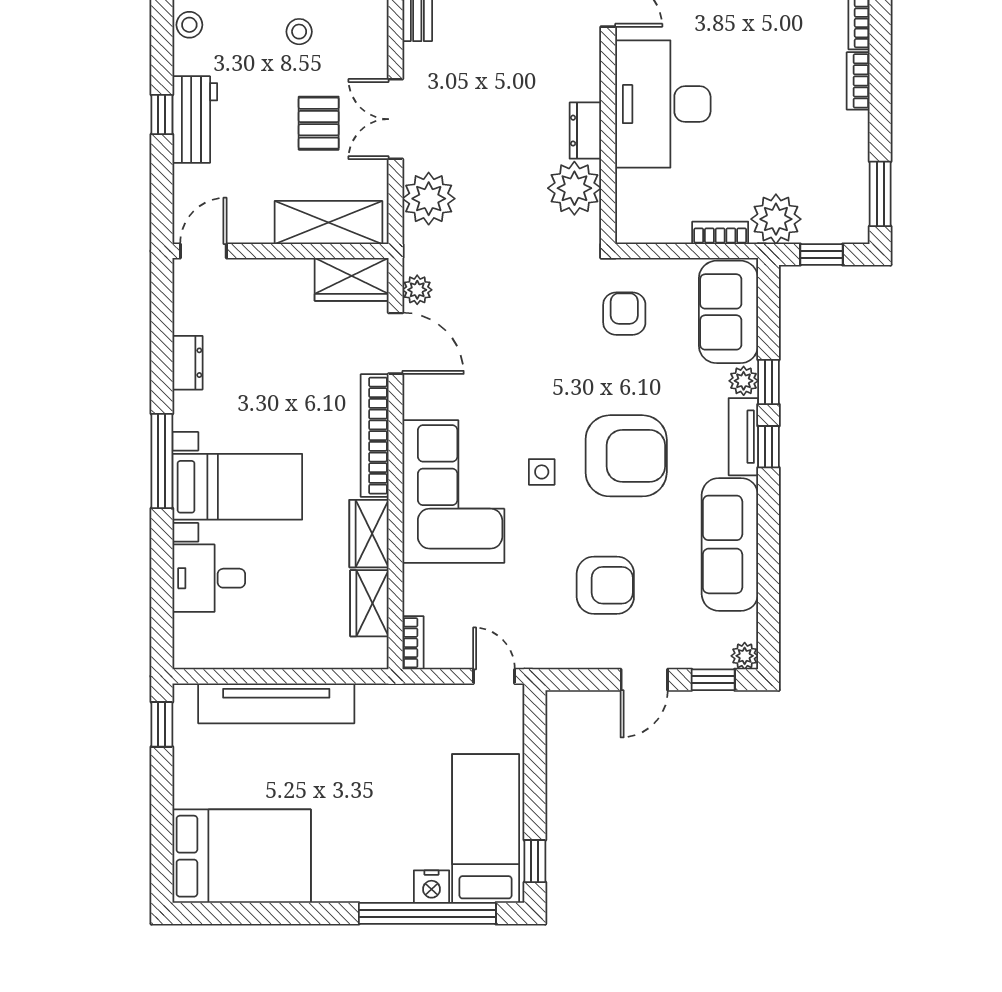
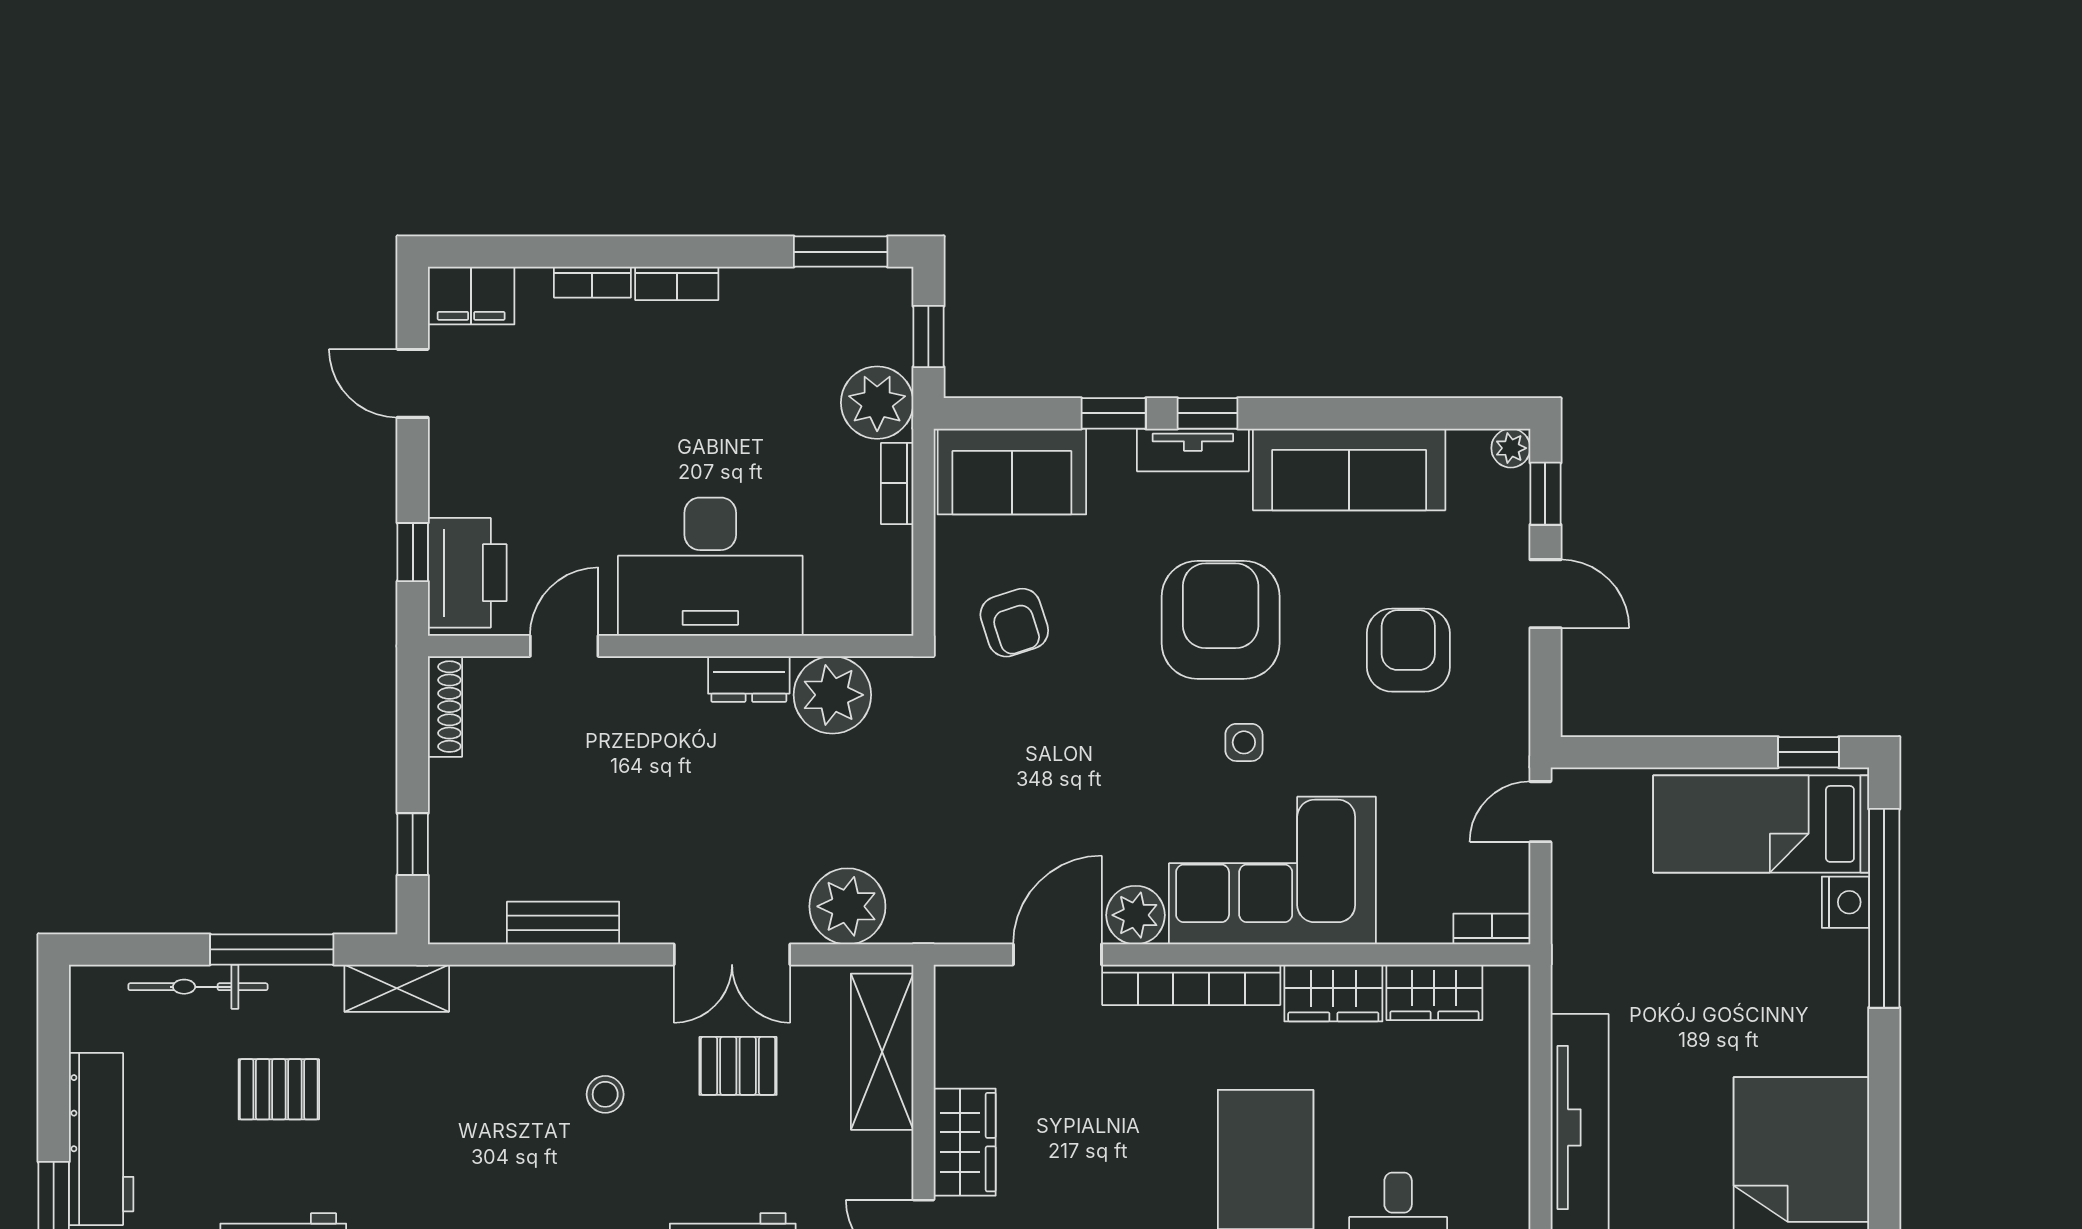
wardrobe: (352, 279) -> (965, 1142), moved
plant: (417, 290) -> (1136, 915), moved, width x1.38, depth x1.38
armchair: (624, 314) -> (1014, 623), turned -108
plant: (744, 381) -> (1112, 450), removed

